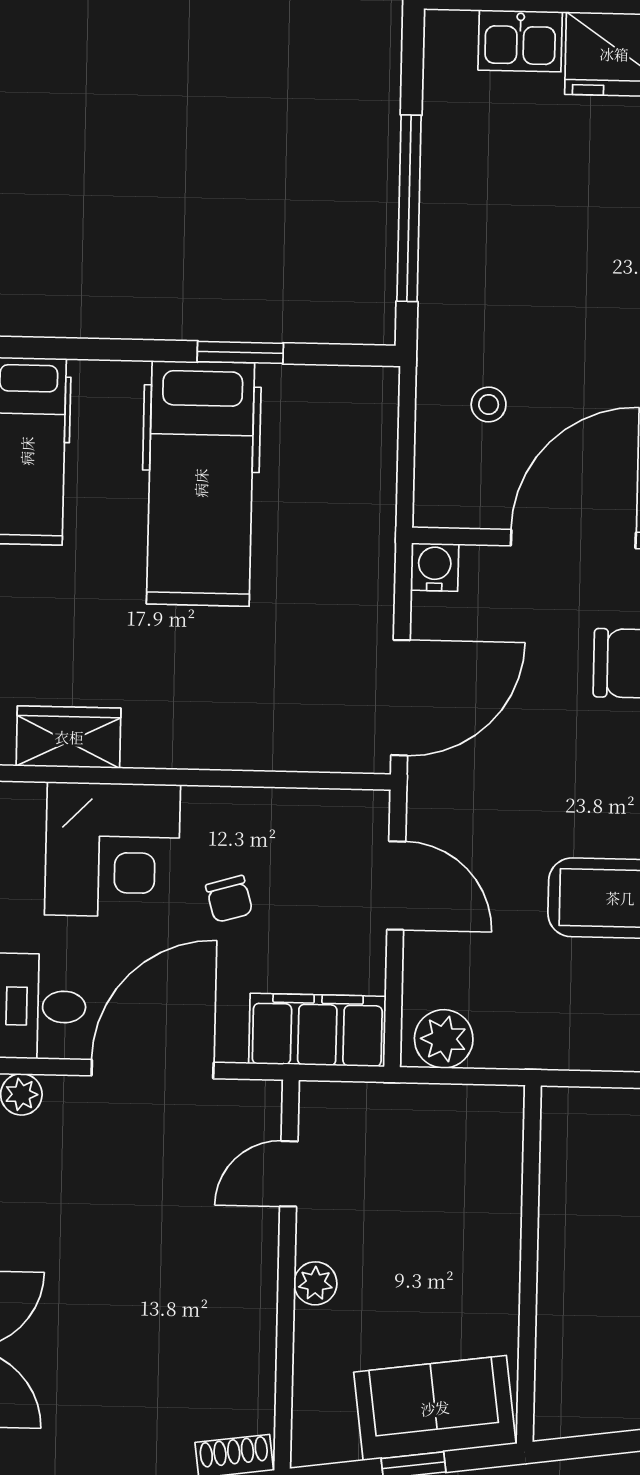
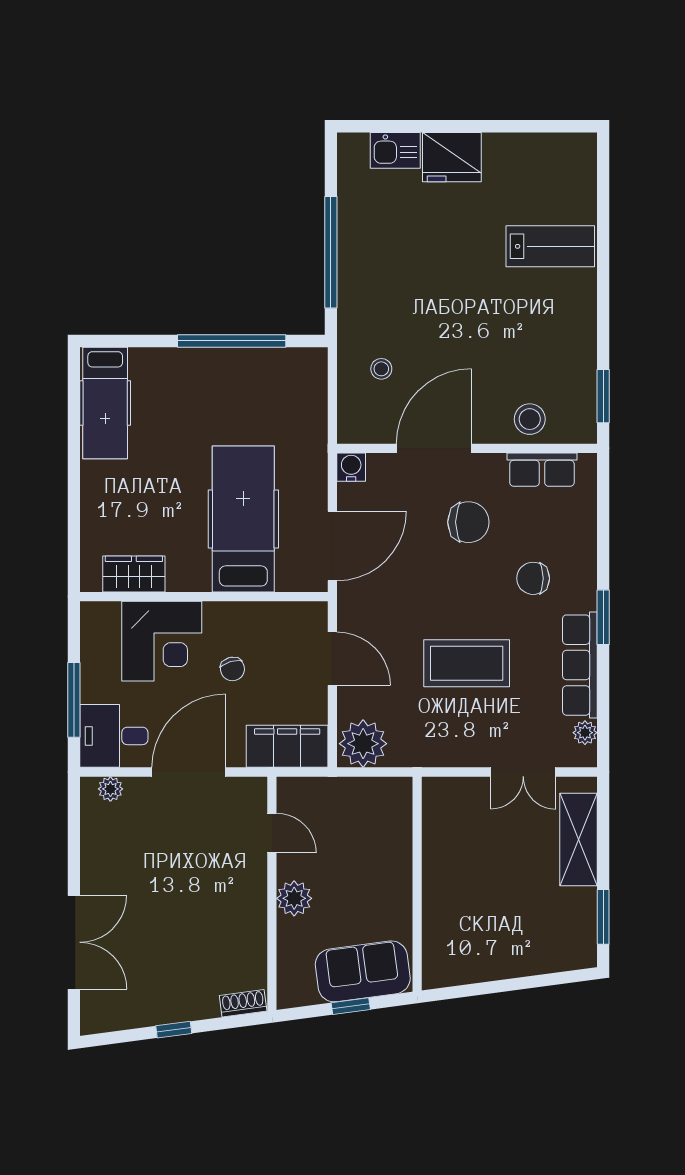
window: (240, 352) -> (232, 341), width x2.11
hospital bed: (201, 483) -> (243, 519), moved, turned 180
plant: (444, 1039) -> (363, 744), width x1.36, depth x1.36
door: (289, 1174) -> (272, 833), swing flipped
plant: (315, 1283) -> (294, 898), width x1.38, depth x1.38

